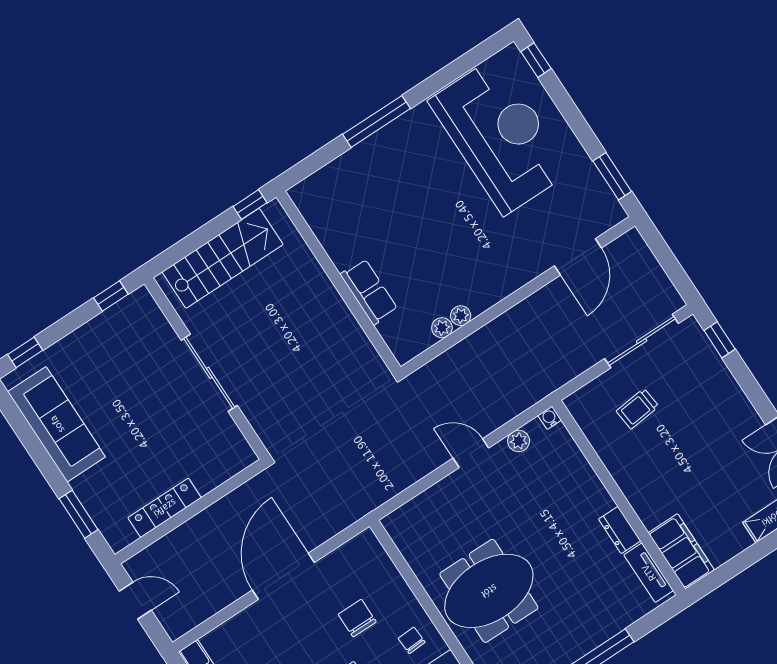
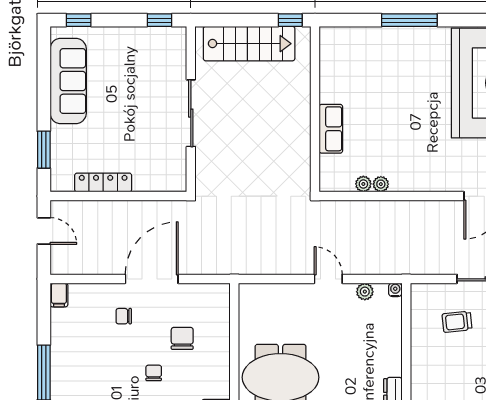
chair: (412, 640) -> (124, 316), moved, turned -87

